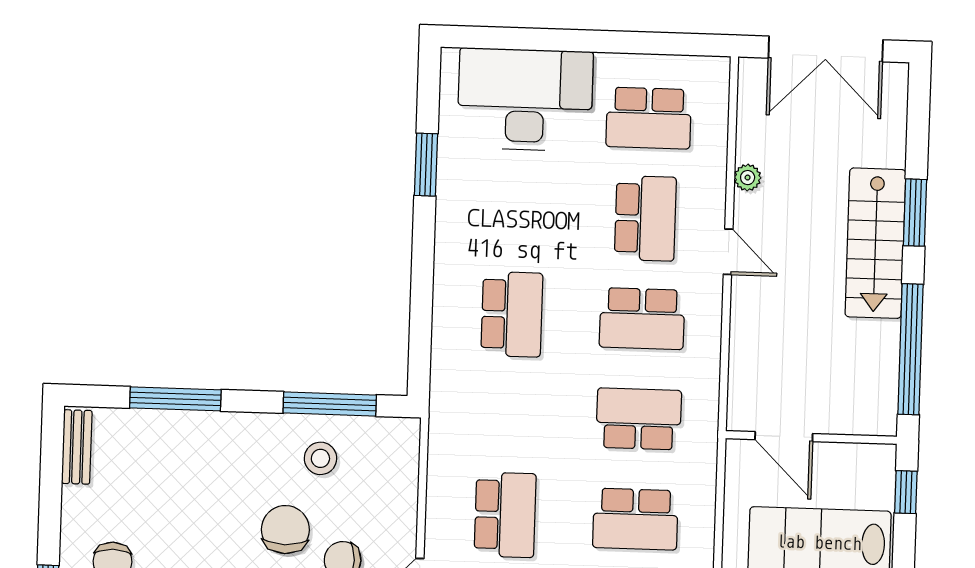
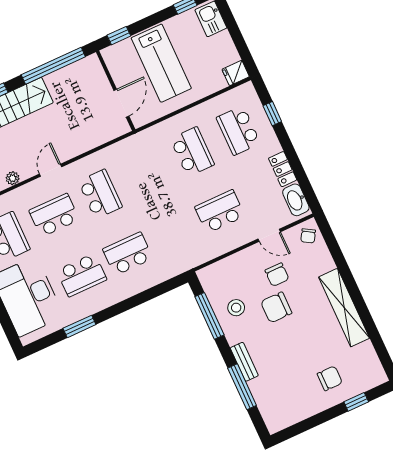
school desk: (639, 419) -> (82, 275), moved, turned -90
bench: (77, 447) -> (244, 362), moved, turned 90

